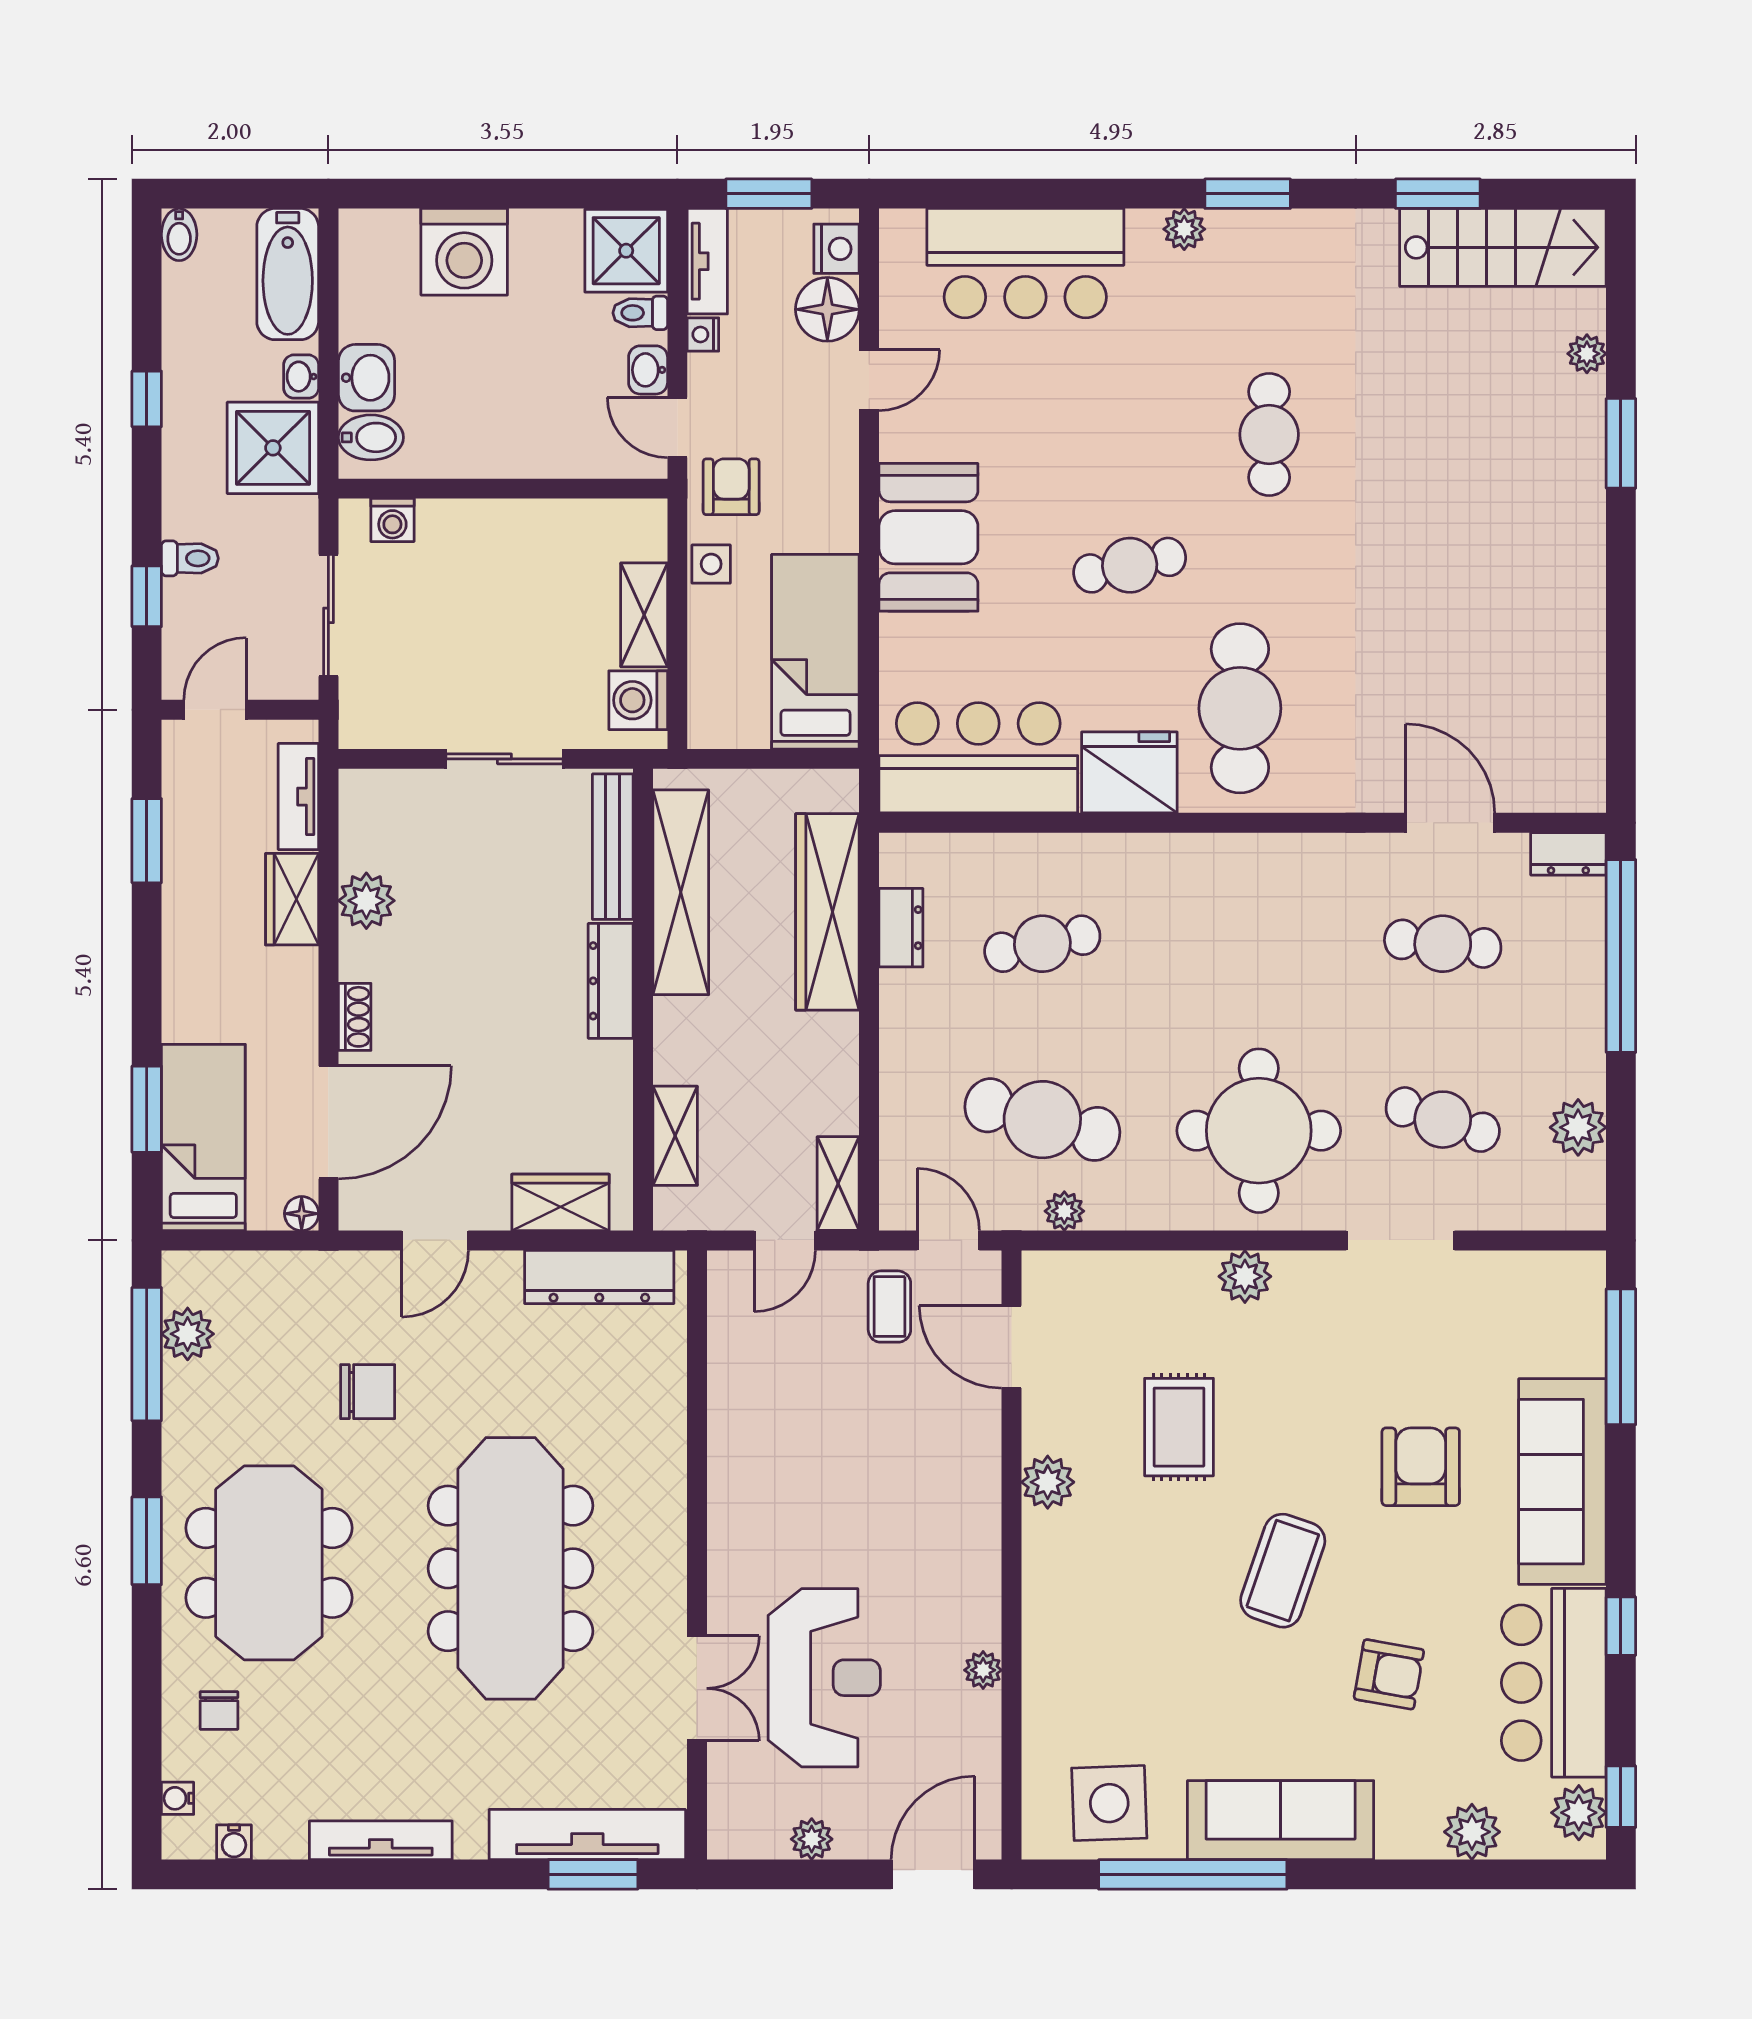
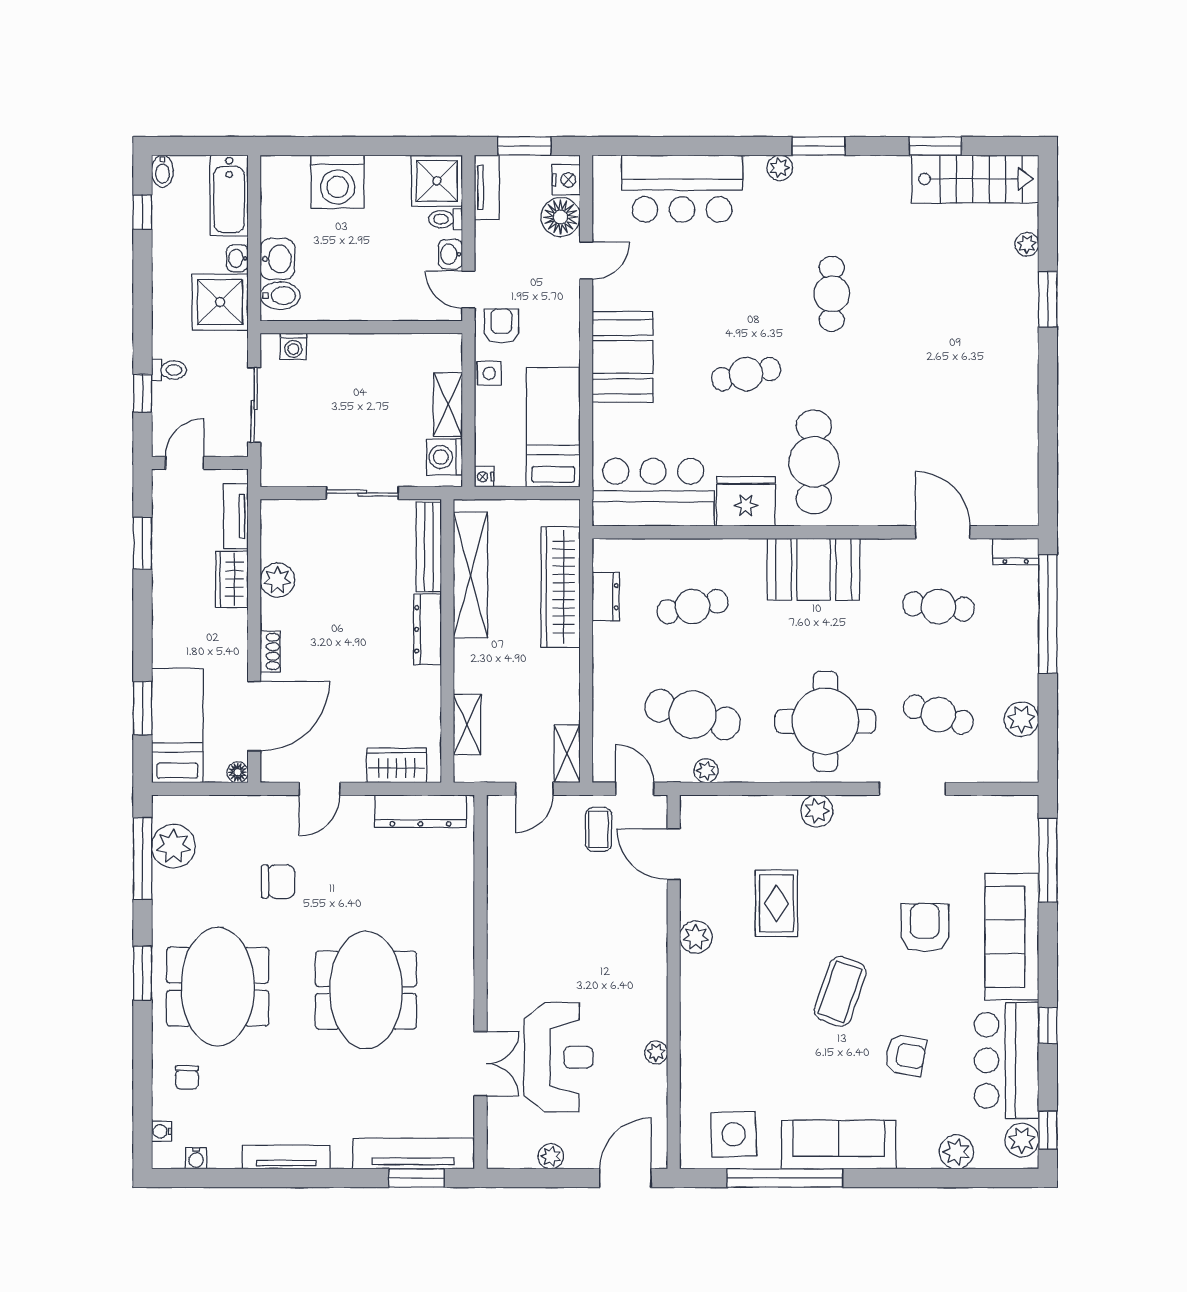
nightstand: (703, 335) -> (484, 477), moved
window: (147, 399) -> (143, 212), moved
booth: (1239, 883) -> (814, 569), added
plant: (188, 1334) -> (173, 846), width x1.36, depth x1.36
meeting table: (510, 1568) -> (366, 990), width x0.73

